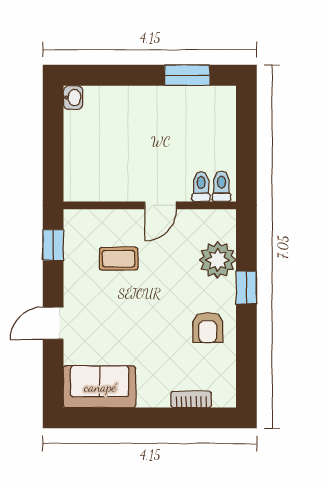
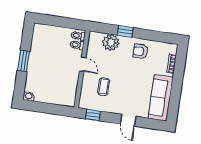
window: (187, 75) -> (24, 61), moved
armchair: (208, 328) -> (140, 51), turned 180
sofa: (100, 387) -> (161, 98), width x1.36

